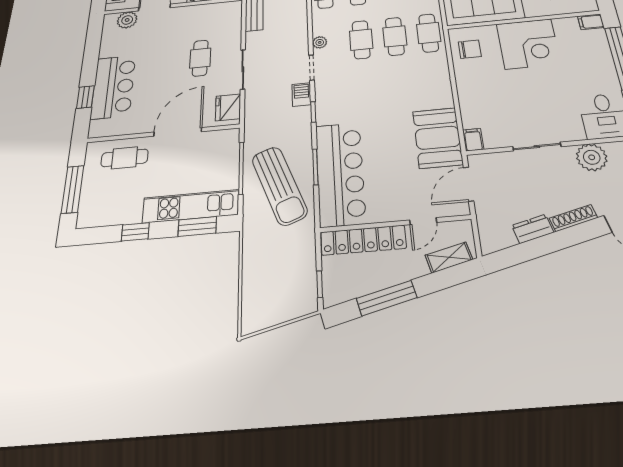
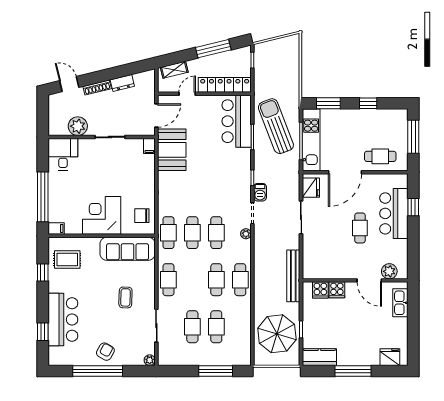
cafe table: (200, 58) -> (360, 228), moved
bar counter: (340, 173) -> (237, 121), width x0.73
kitchen unit: (191, 206) -> (311, 140), moved, turned -90

